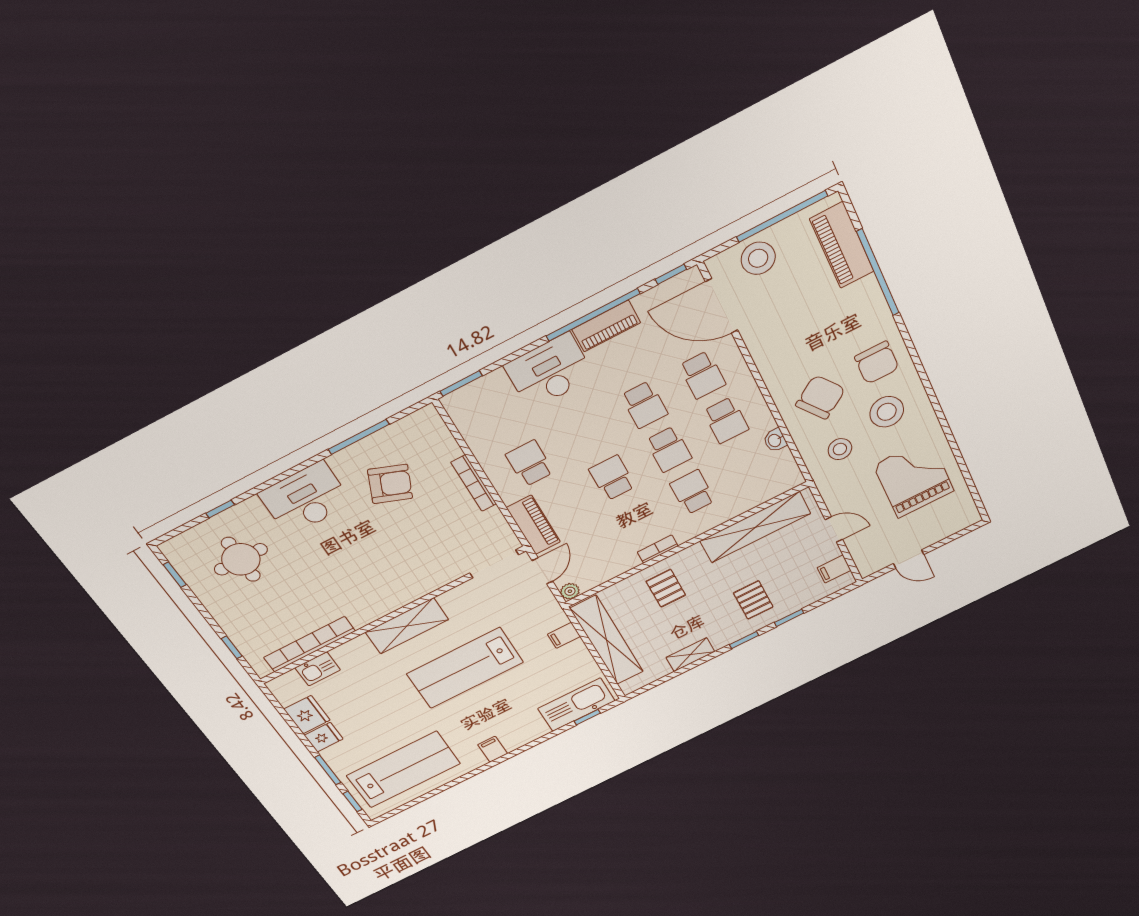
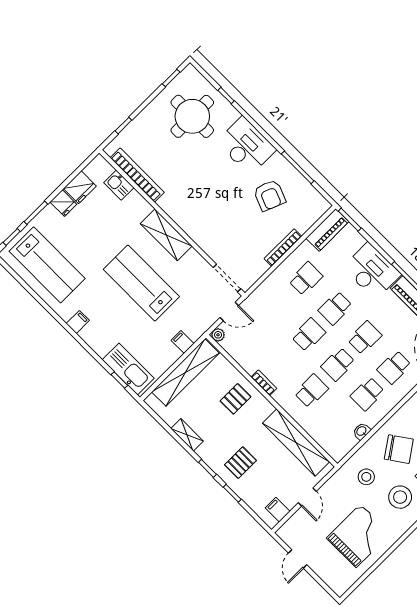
school desk: (644, 405) -> (365, 338), turned 180
school desk: (587, 434) -> (335, 308), added
piano: (533, 525) -> (327, 230), moved
round table: (241, 559) -> (192, 116), width x1.36, depth x1.36

